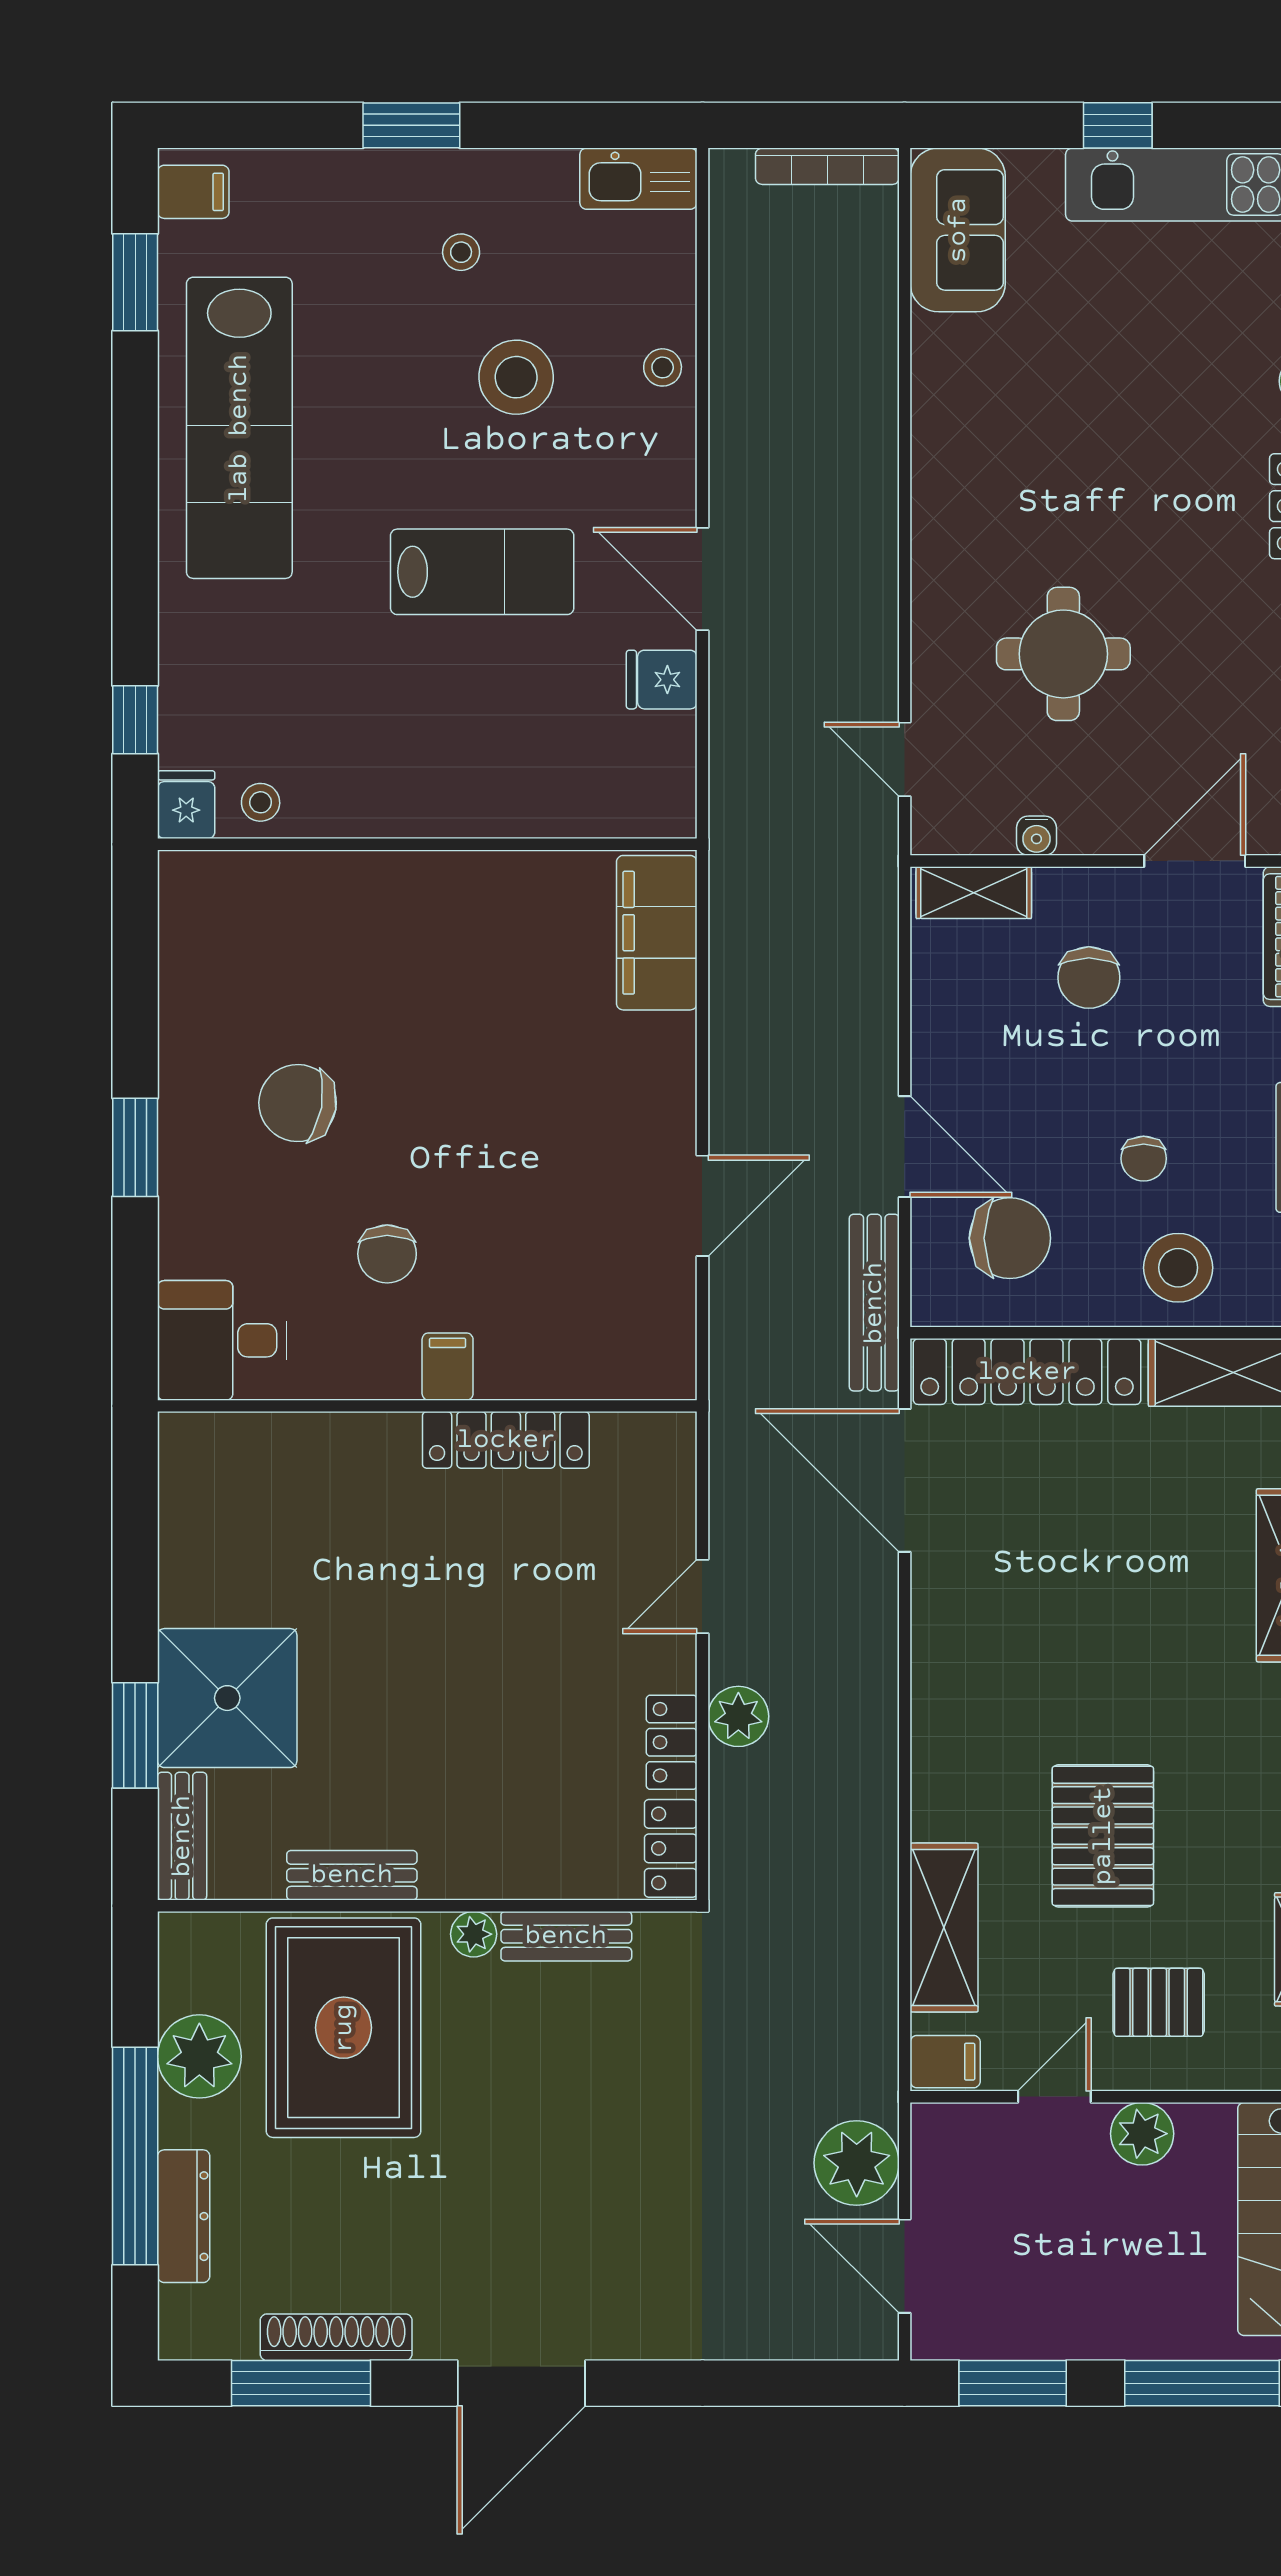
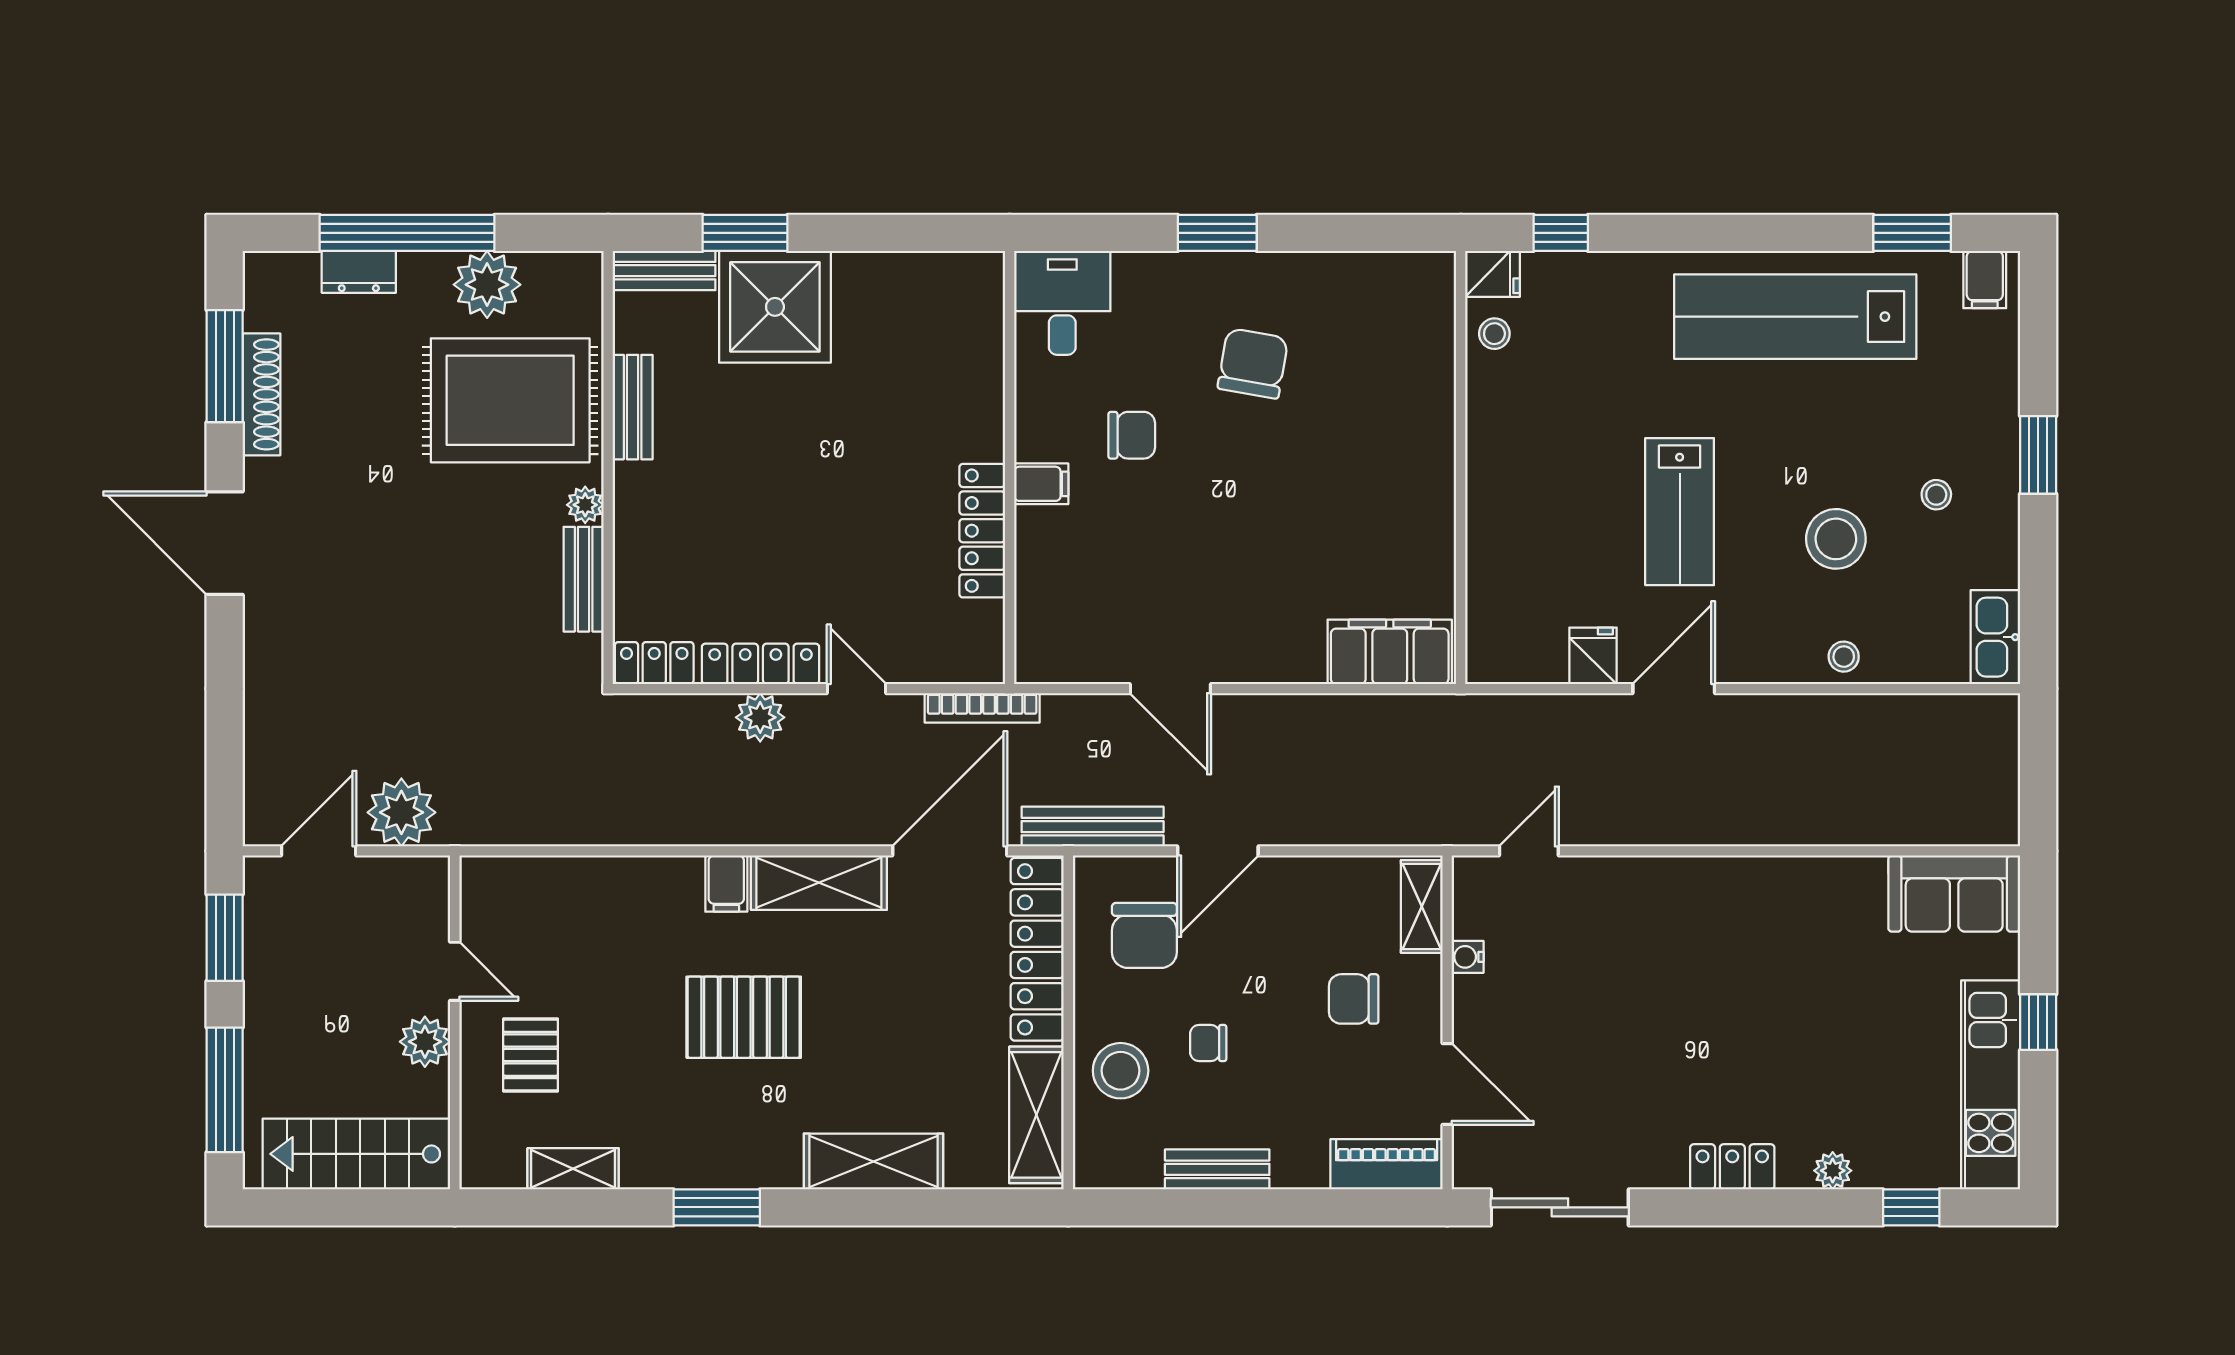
bookcase: (827, 166) -> (982, 708), moved, turned -90
round table: (1063, 654) -> (1614, 978), removed
chair: (387, 1254) -> (1132, 435), turned 180
locker: (672, 1742) -> (761, 664), width x1.53
pallet: (1103, 1836) -> (744, 1017), moved
shelving: (944, 1928) -> (819, 883), moved
filing cabinet: (945, 2062) -> (726, 884), moved
dresser: (184, 2216) -> (359, 272), width x0.70

